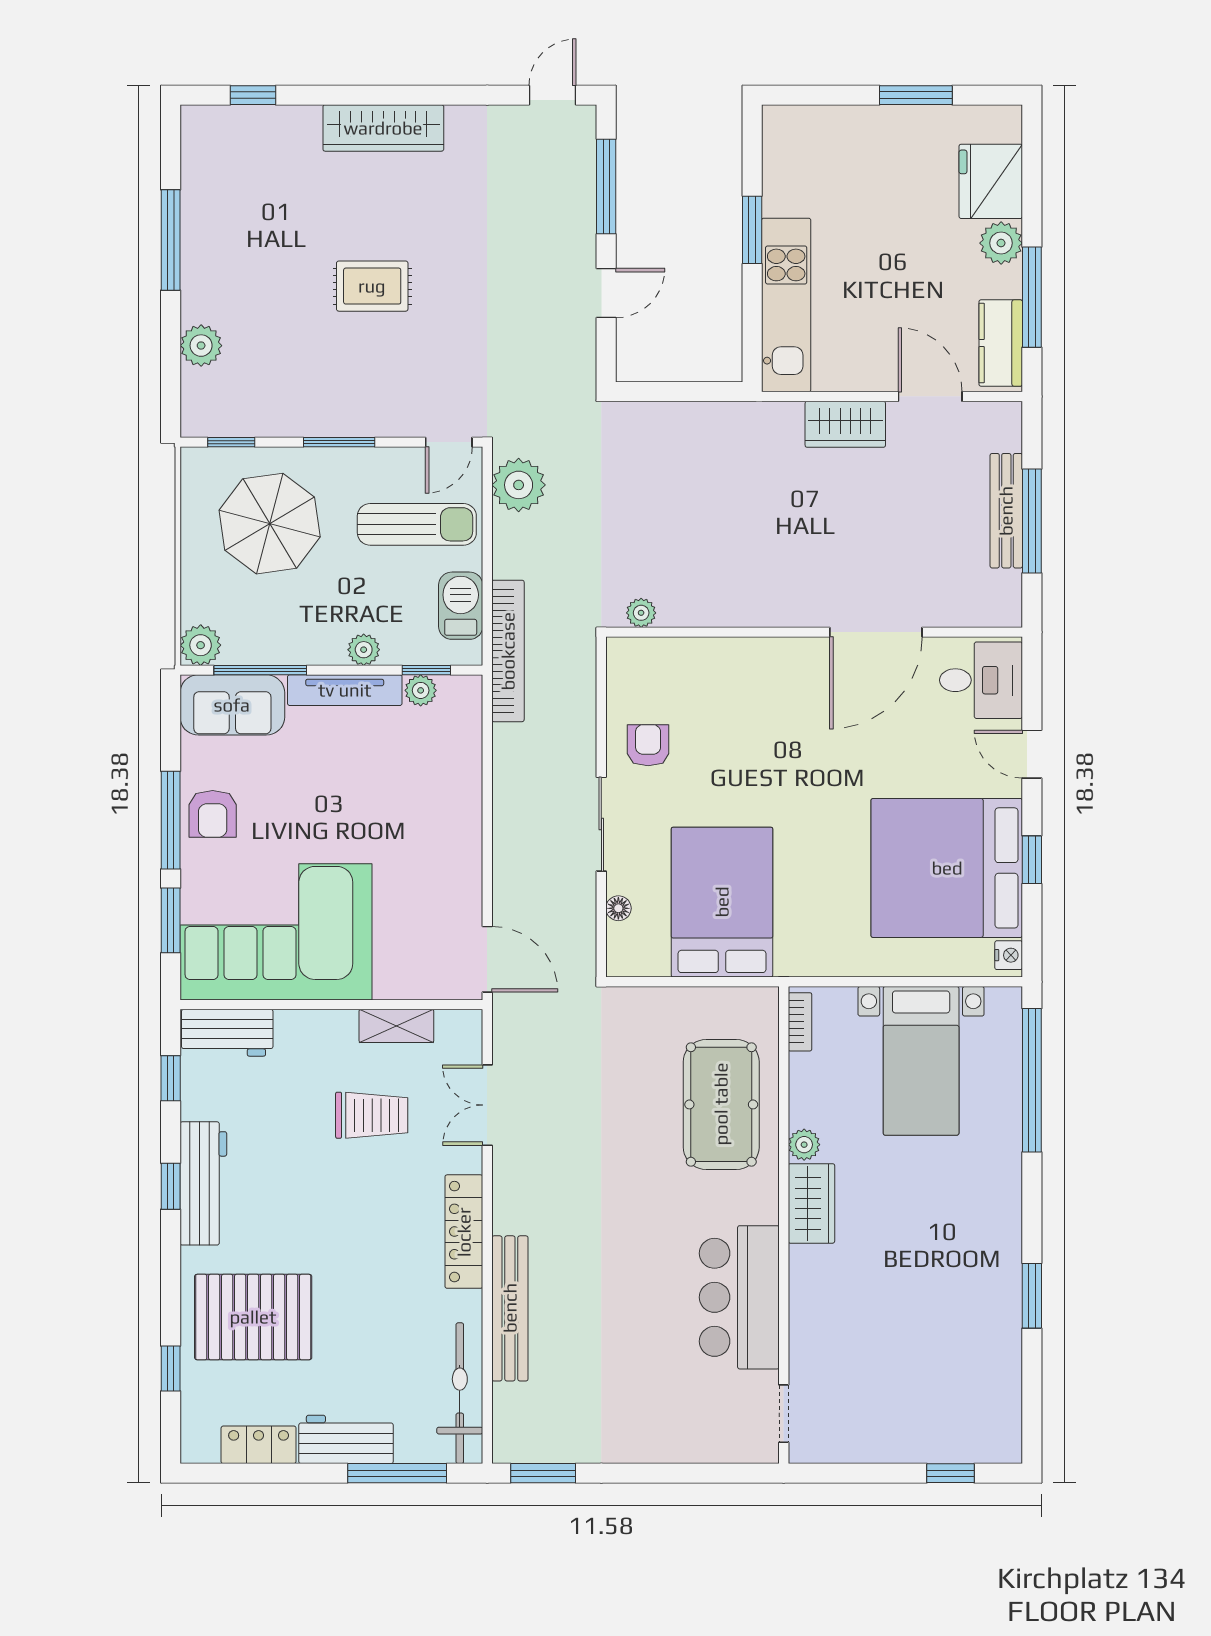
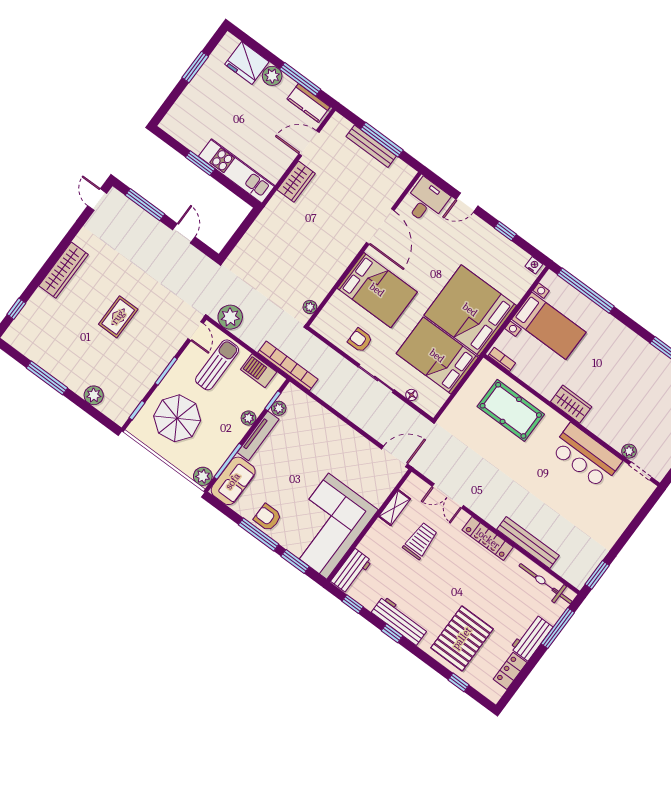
bed: (759, 710) -> (377, 290), added
armchair: (213, 814) -> (268, 517), turned 180
bed: (947, 868) -> (470, 310), moved, turned 90
plant: (804, 1145) -> (629, 451), moved

